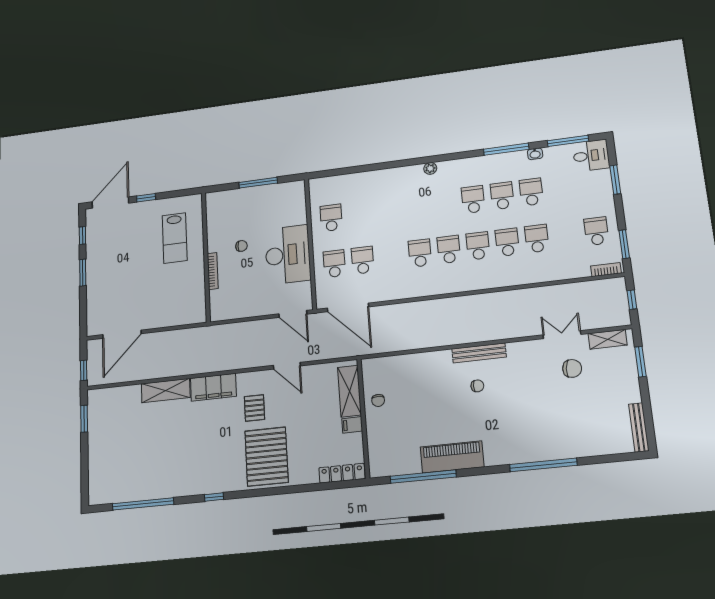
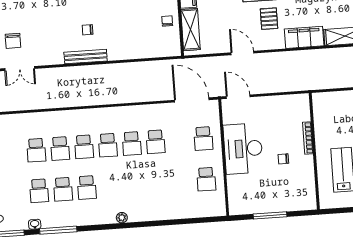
school desk: (363, 260) -> (156, 142), moved
chair: (572, 368) -> (13, 41), turned -95

